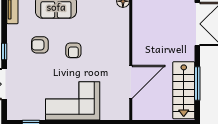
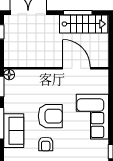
armchair: (73, 50) -> (50, 116), width x1.88, depth x1.88

